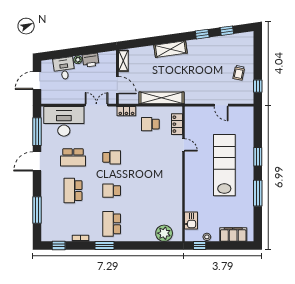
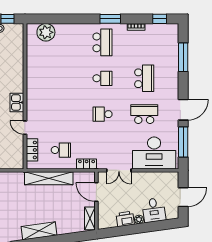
kitchen sink: (191, 221) -> (17, 102), moved

